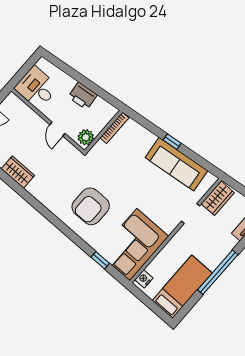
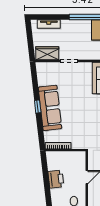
plant: (86, 137) -> (78, 157), removed
sofa: (176, 164) -> (50, 108), moved

